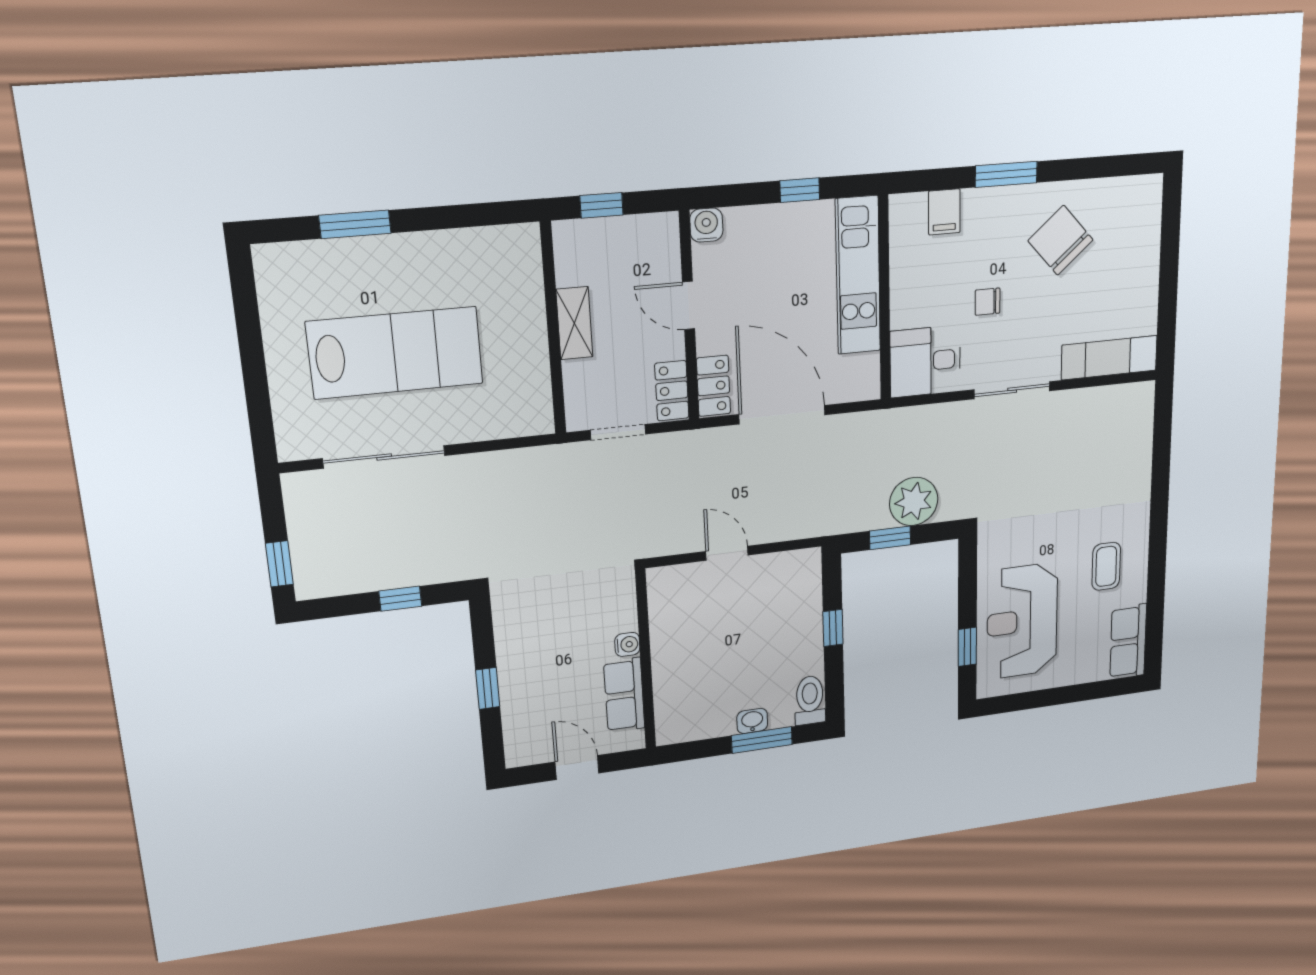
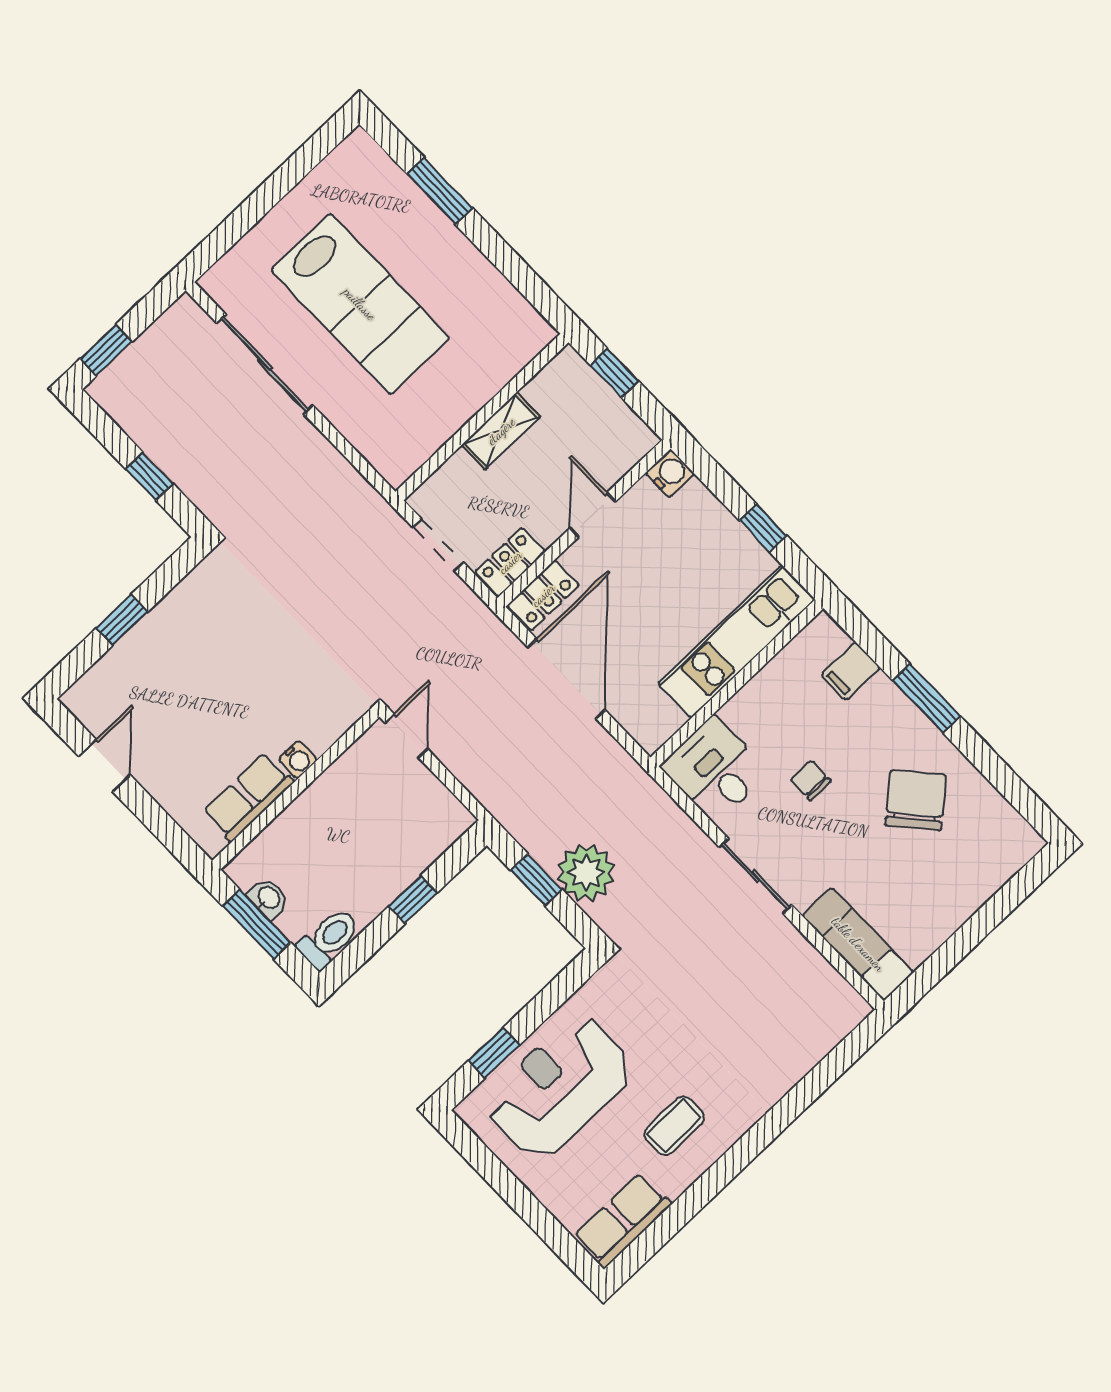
water cooler: (627, 644) -> (298, 760), moved
wall: (646, 660) -> (296, 789), moved
row of seats: (624, 695) -> (248, 797), moved

